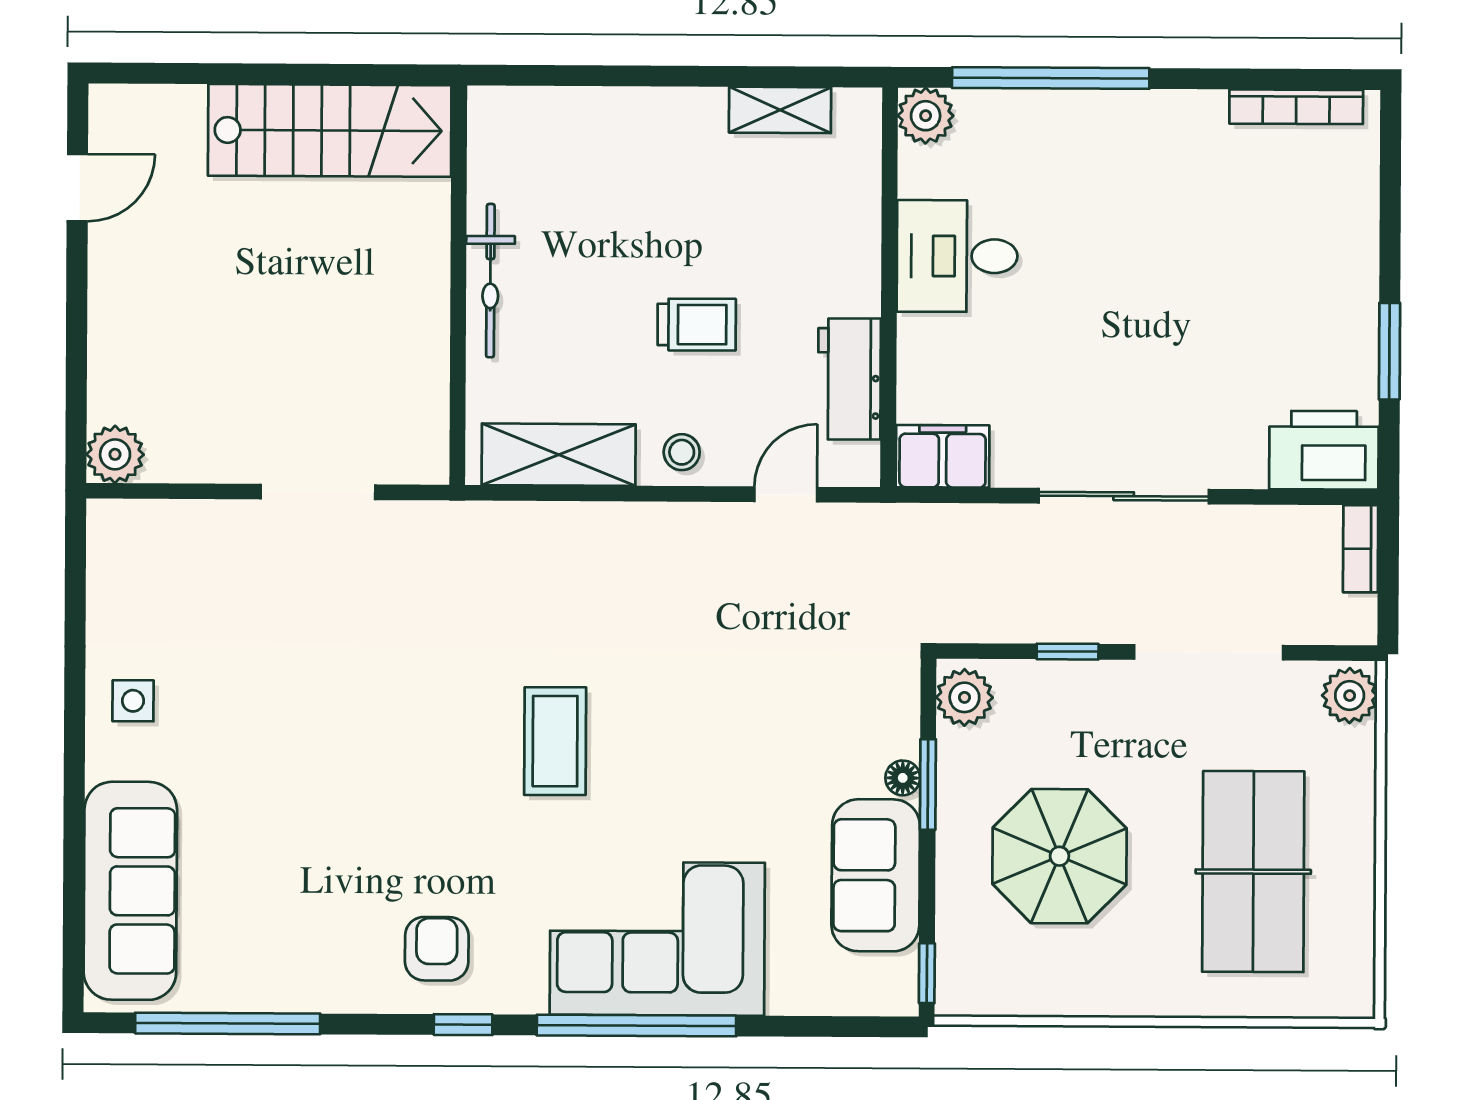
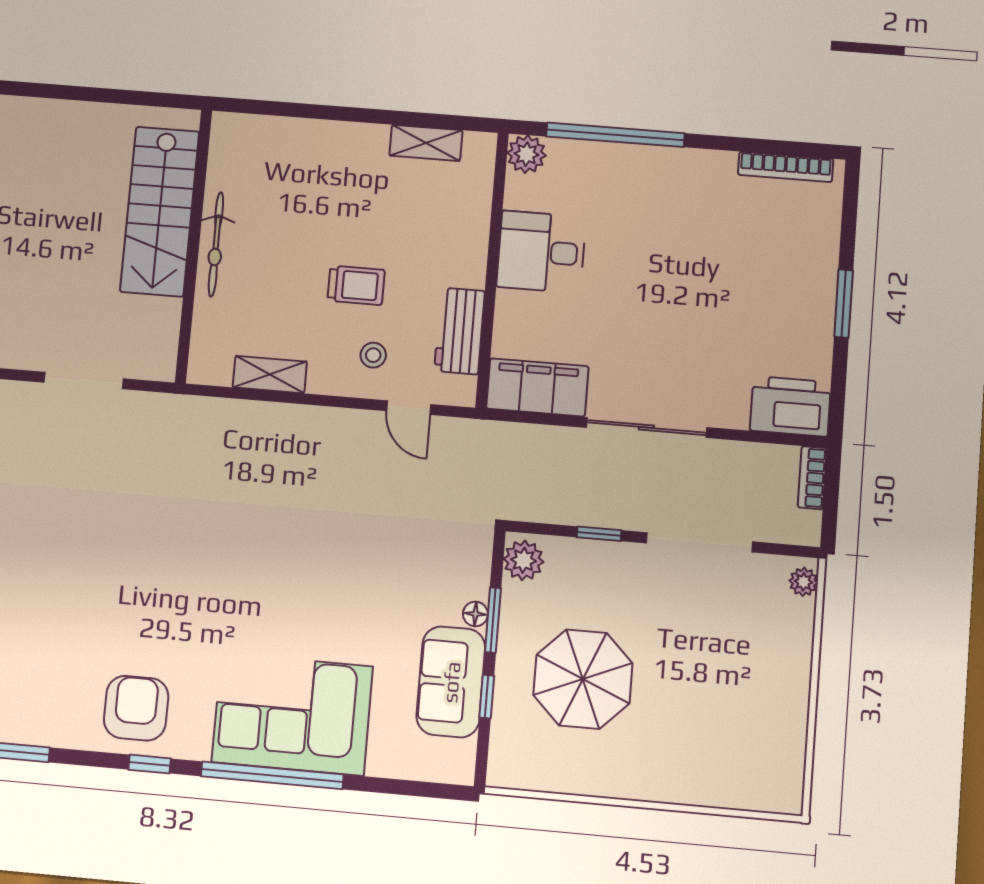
stairs: (330, 130) -> (160, 212), moved, turned 90
window: (1389, 351) -> (844, 304), moved
stool: (682, 452) -> (373, 355), moved
shelving: (559, 455) -> (270, 375), width x0.67, depth x0.75
filing cabinet: (943, 456) -> (537, 387), width x1.50, depth x1.17
door: (786, 494) -> (409, 408), swing flipped
plant: (1350, 696) -> (804, 582), width x0.73, depth x0.73
coffee table: (555, 741) -> (232, 568), removed
table tennis table: (1253, 872) -> (721, 702), removed
armchair: (437, 949) -> (136, 708), width x1.38, depth x1.38
window: (927, 973) -> (487, 697), moved

